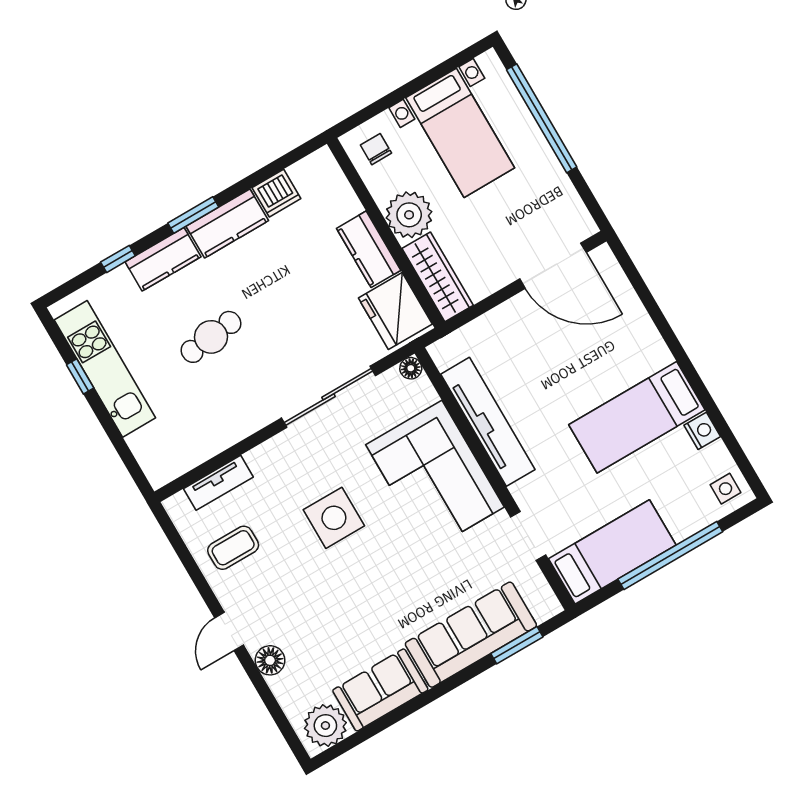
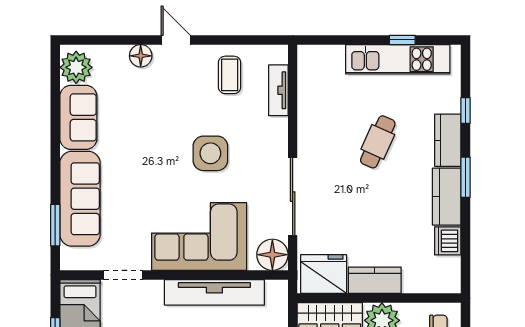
cafe table: (211, 337) -> (378, 142), turned 31
floor lamp: (411, 368) -> (272, 255), width x1.89, depth x1.89

